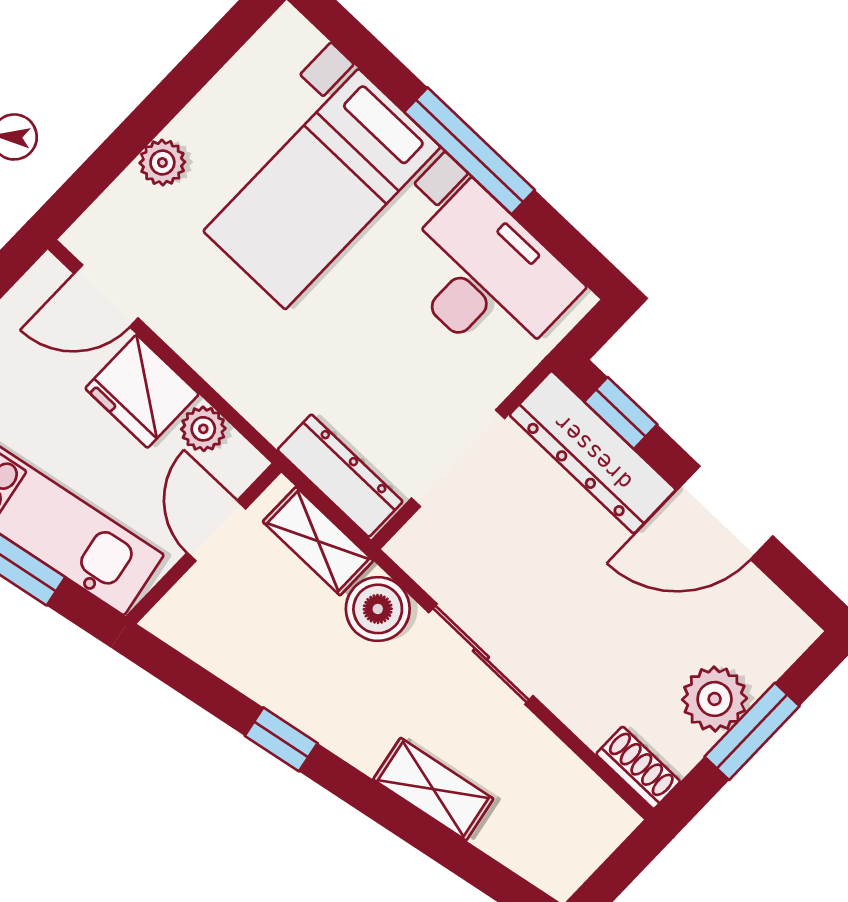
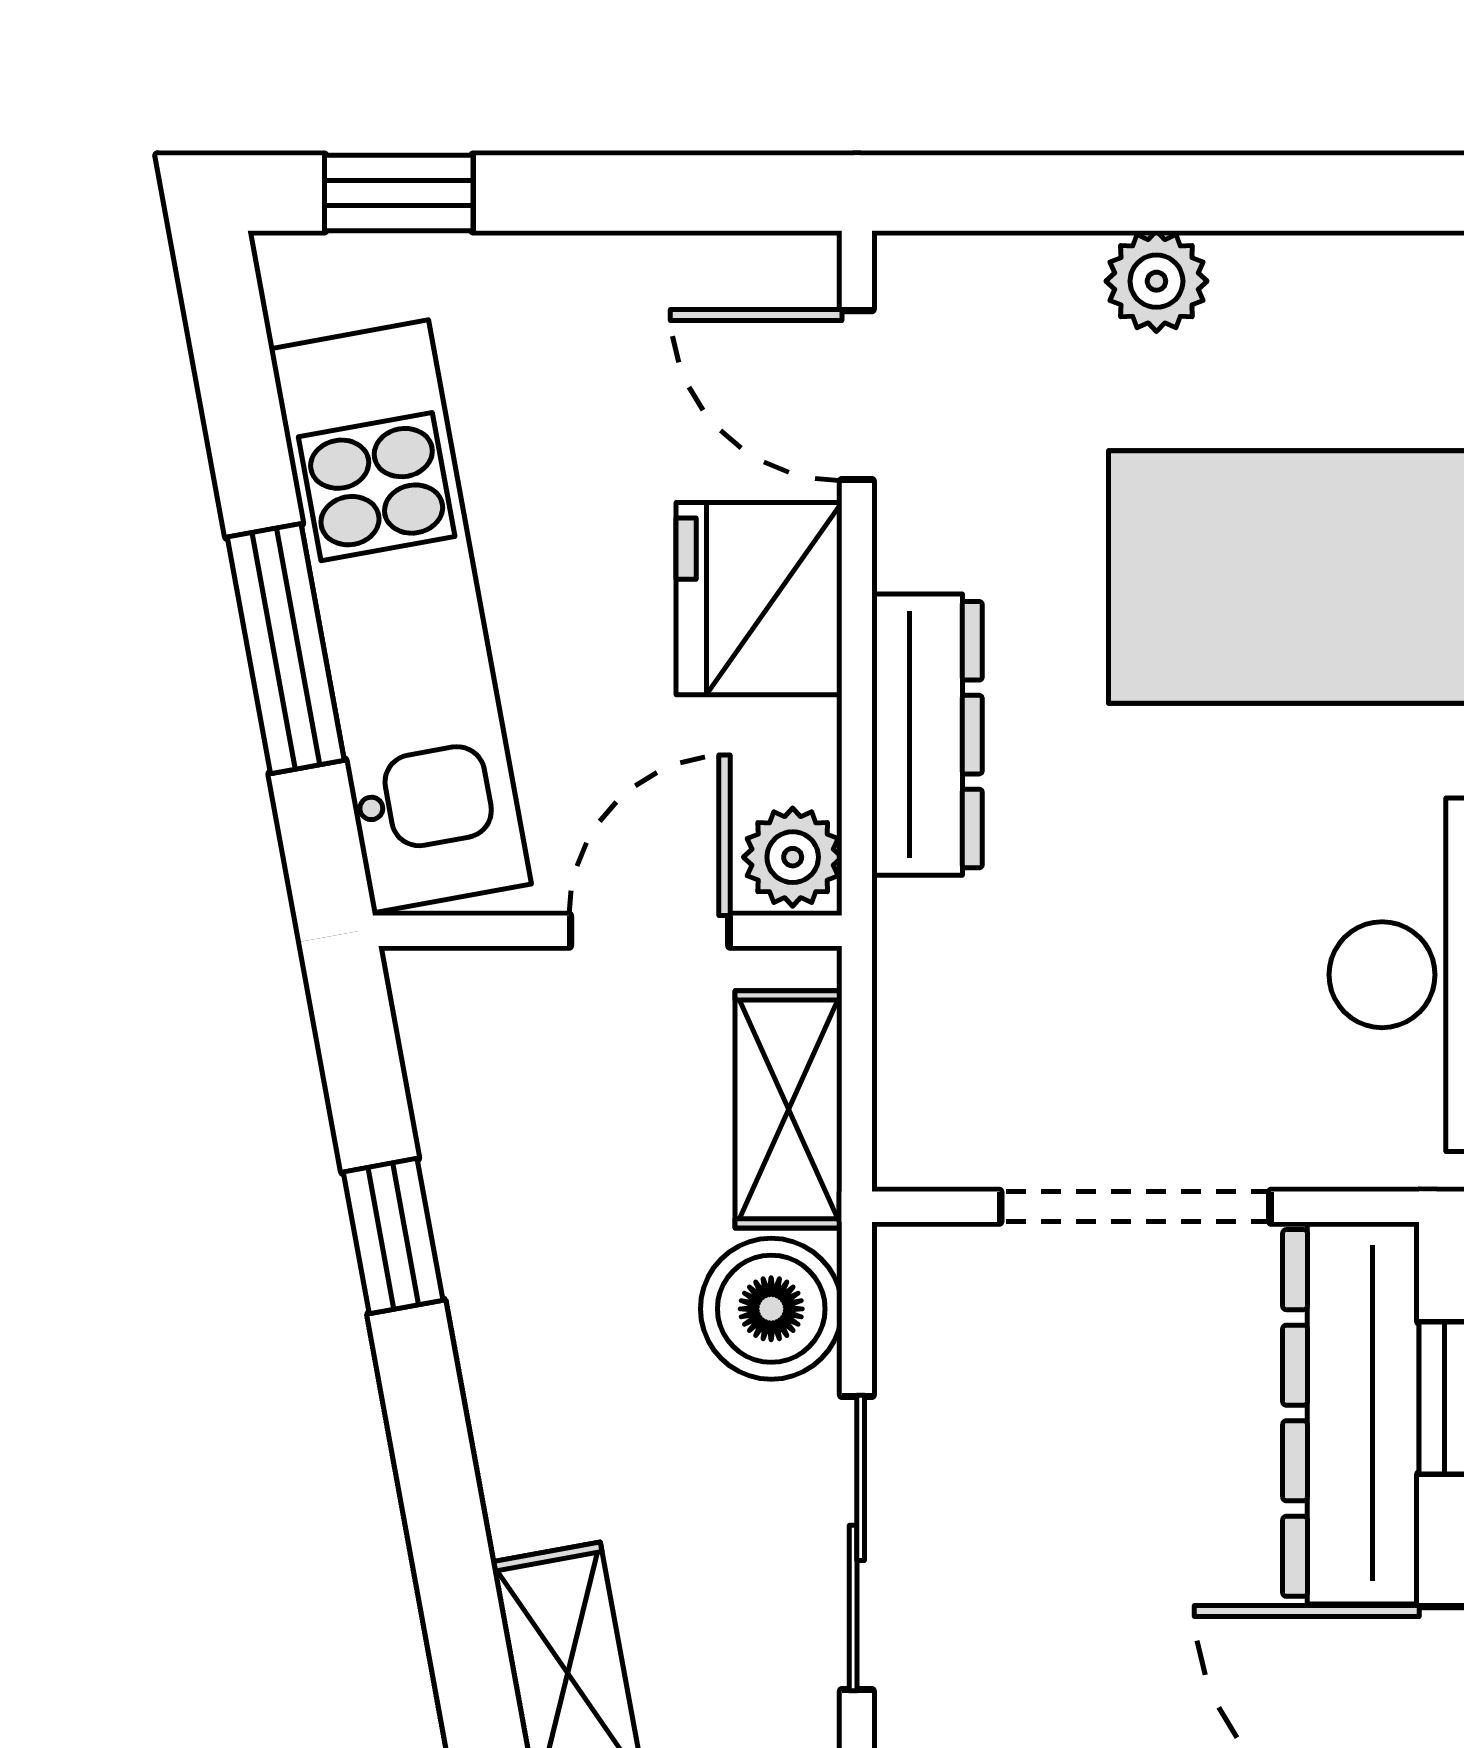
plant: (203, 429) -> (793, 857), moved
dresser: (340, 476) -> (927, 735), moved
window: (281, 739) -> (393, 1236), moved

